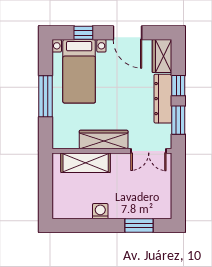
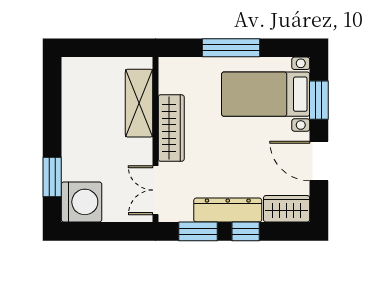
window: (83, 33) -> (319, 100), width x1.50
door: (127, 33) -> (319, 161), hinge flipped
washing machine: (100, 211) -> (82, 202), moved, width x1.89, depth x1.89

